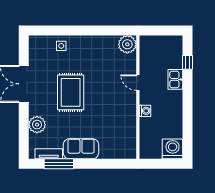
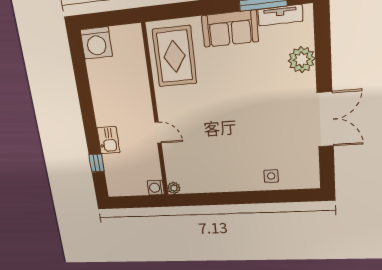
plant: (127, 44) -> (174, 188), width x0.53, depth x0.53
rug: (71, 92) -> (175, 56), moved
washing machine: (145, 111) -> (156, 188), moved

